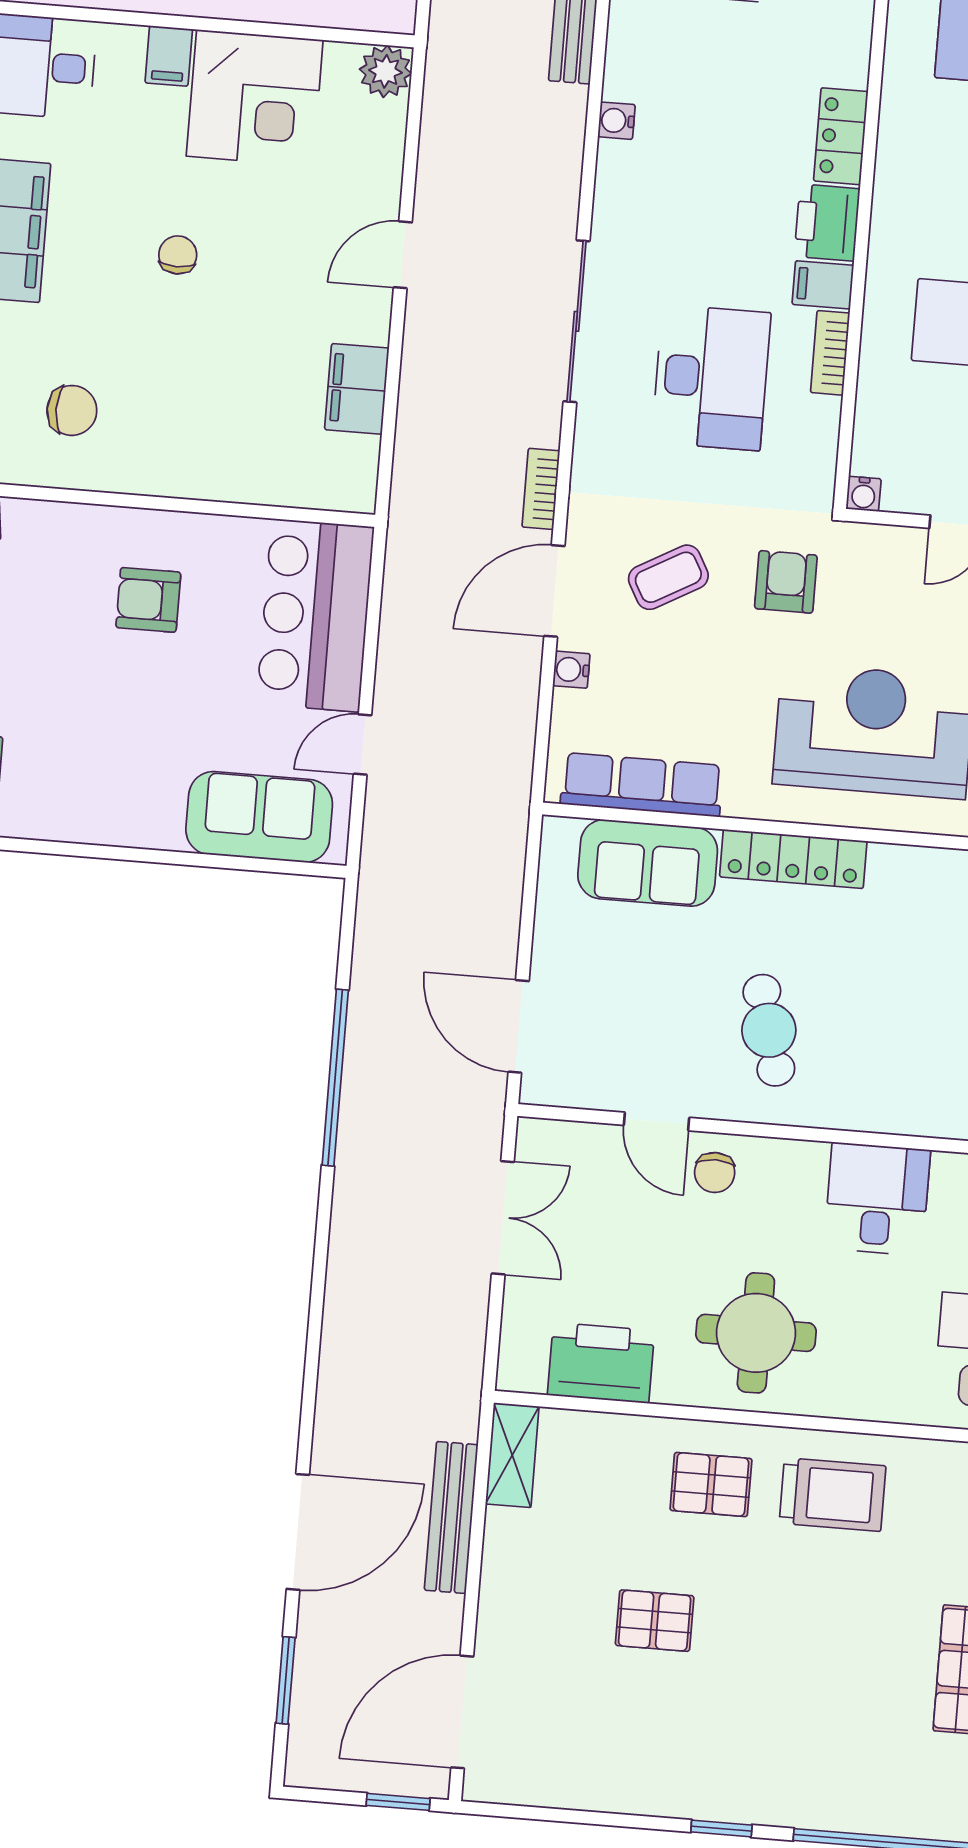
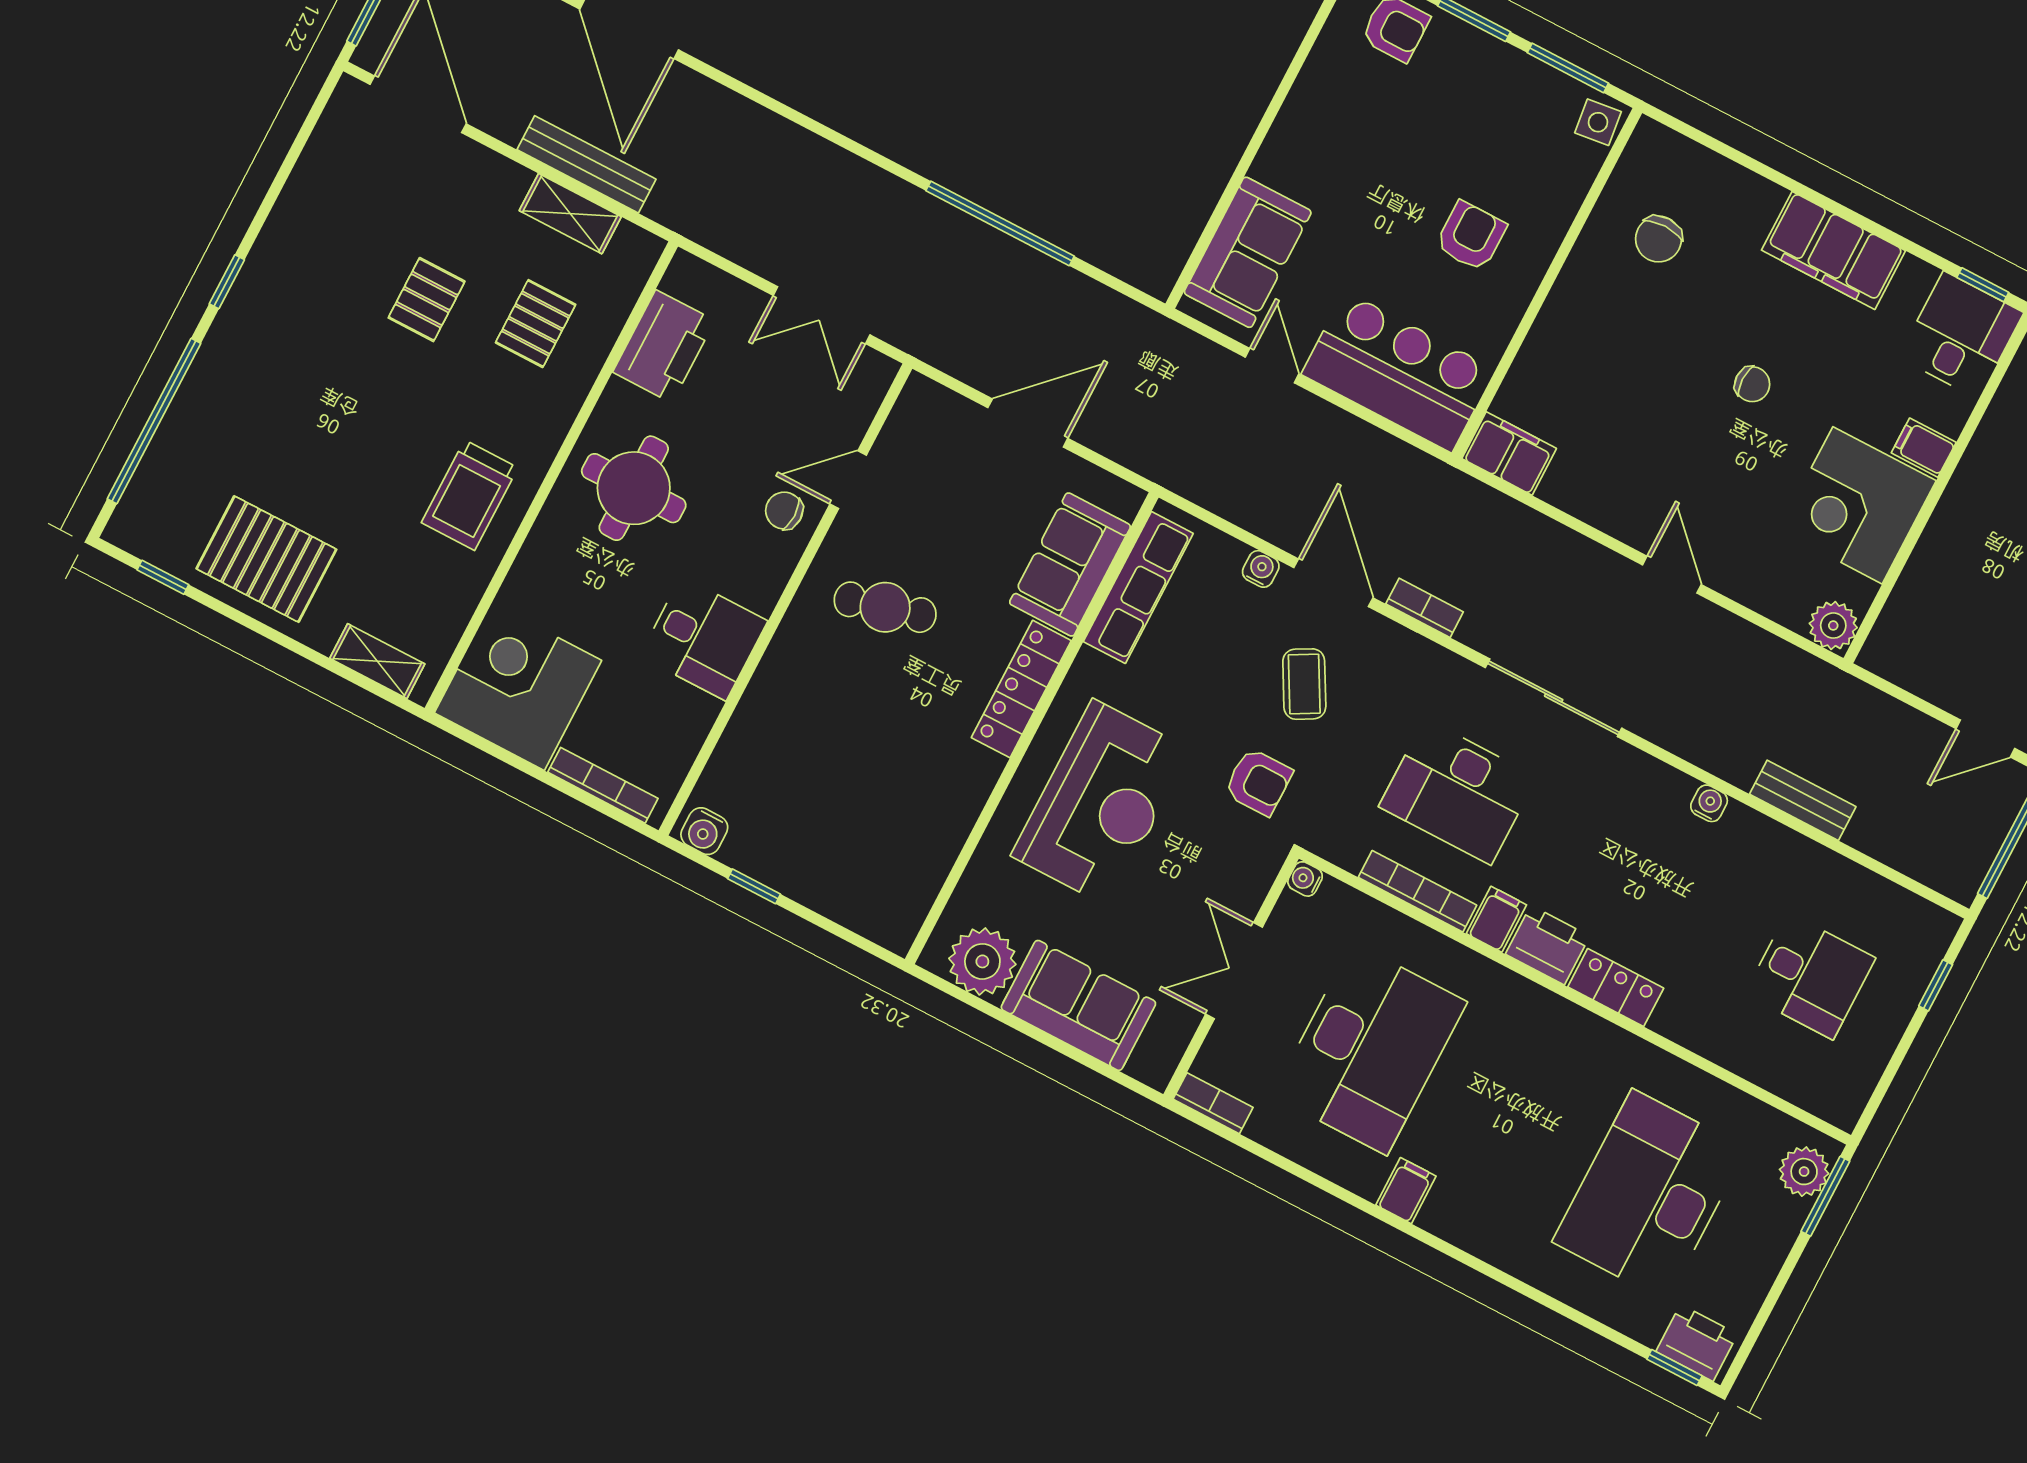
bookcase: (830, 353) -> (1417, 891), width x1.56
filing cabinet: (357, 389) -> (1509, 453), moved
door: (519, 1026) -> (1028, 423), moved
shelving: (512, 1455) -> (570, 214), moved
pallet: (711, 1484) -> (536, 324), moved

